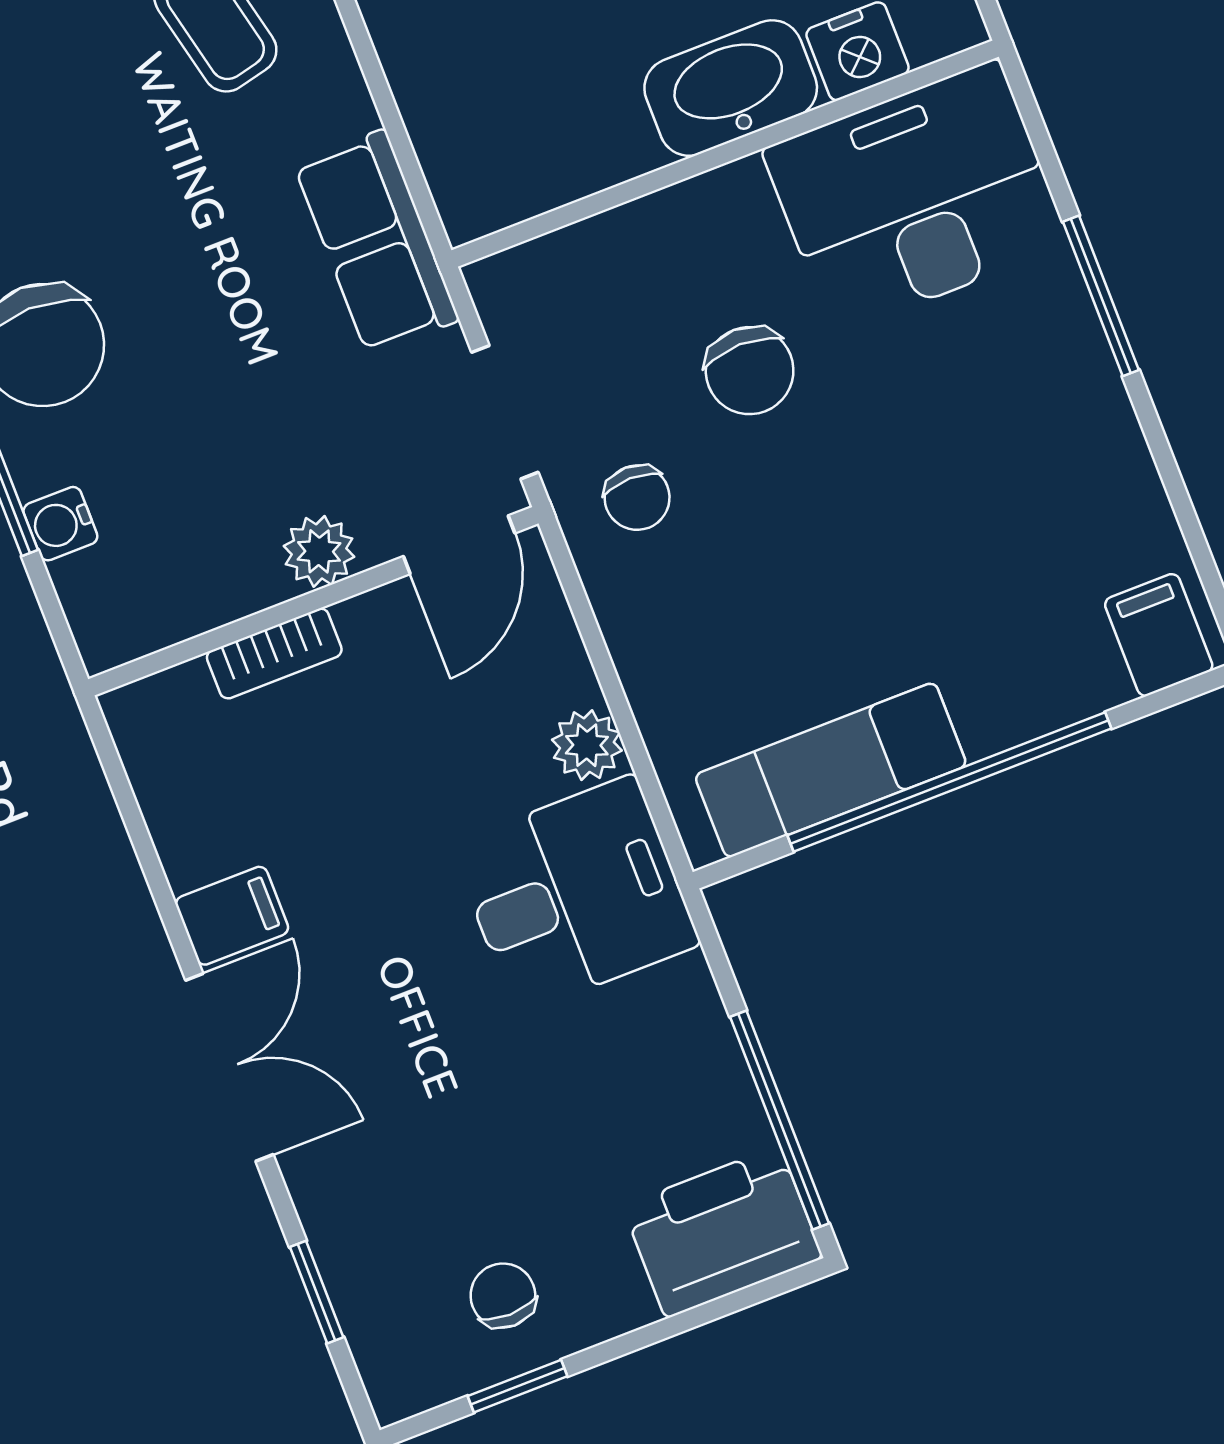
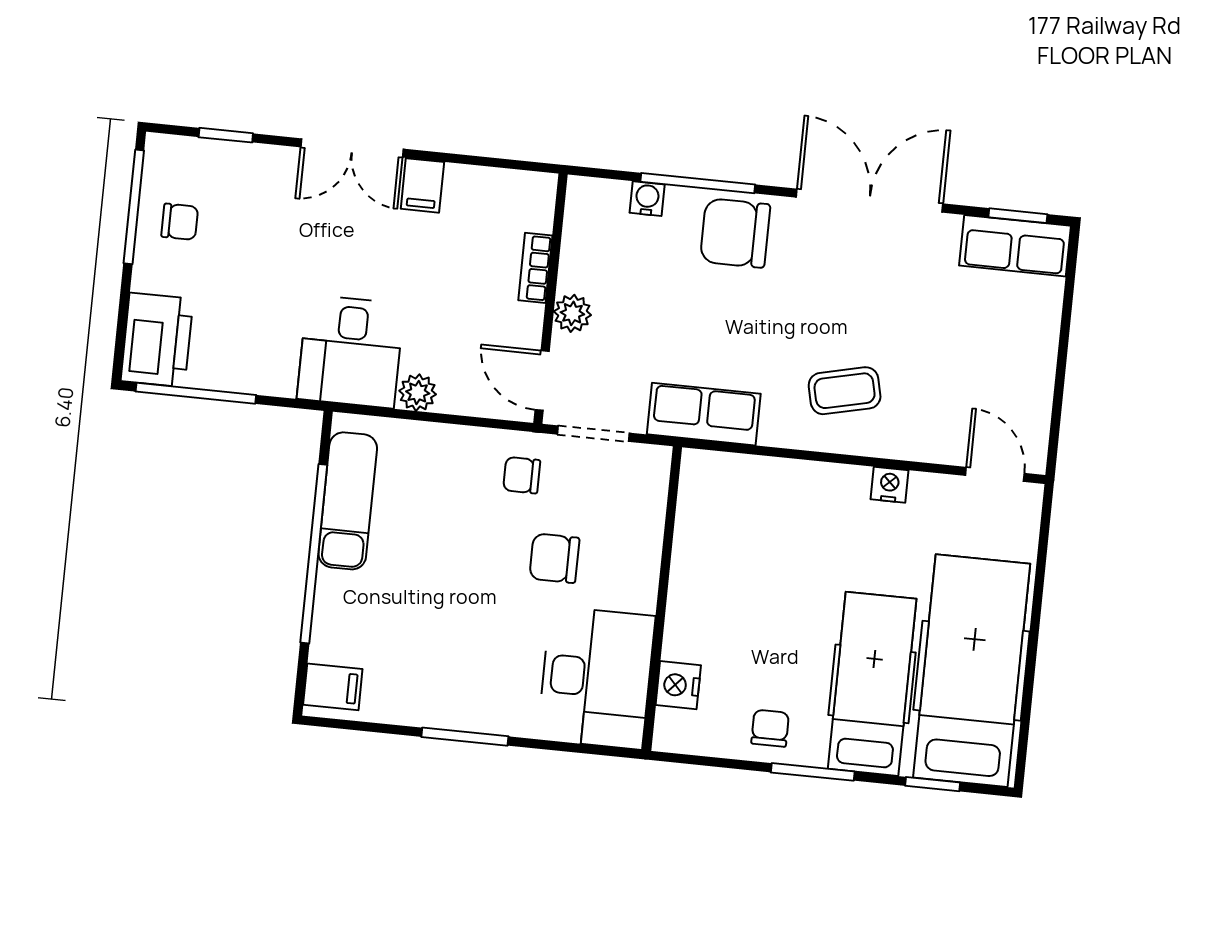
washbasin: (731, 88) -> (691, 617), removed
window: (1101, 296) -> (465, 737), moved
window: (517, 1386) -> (134, 207), width x2.17

